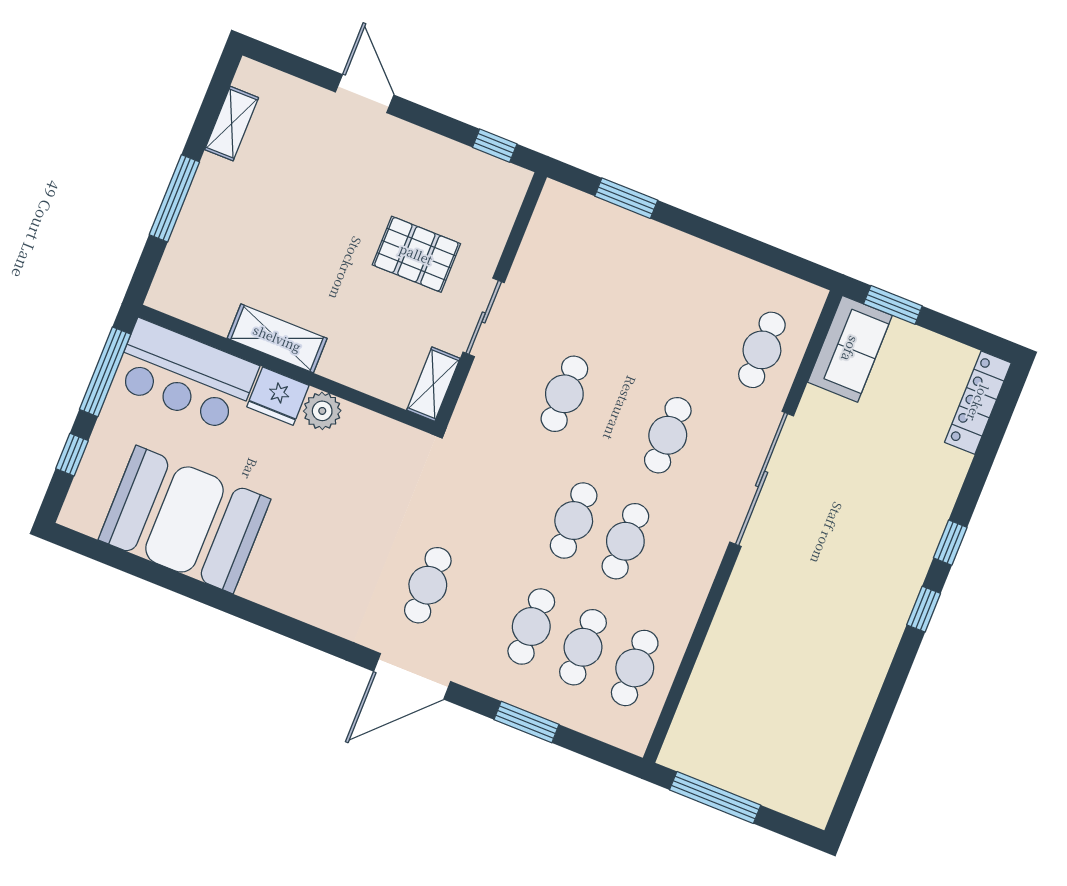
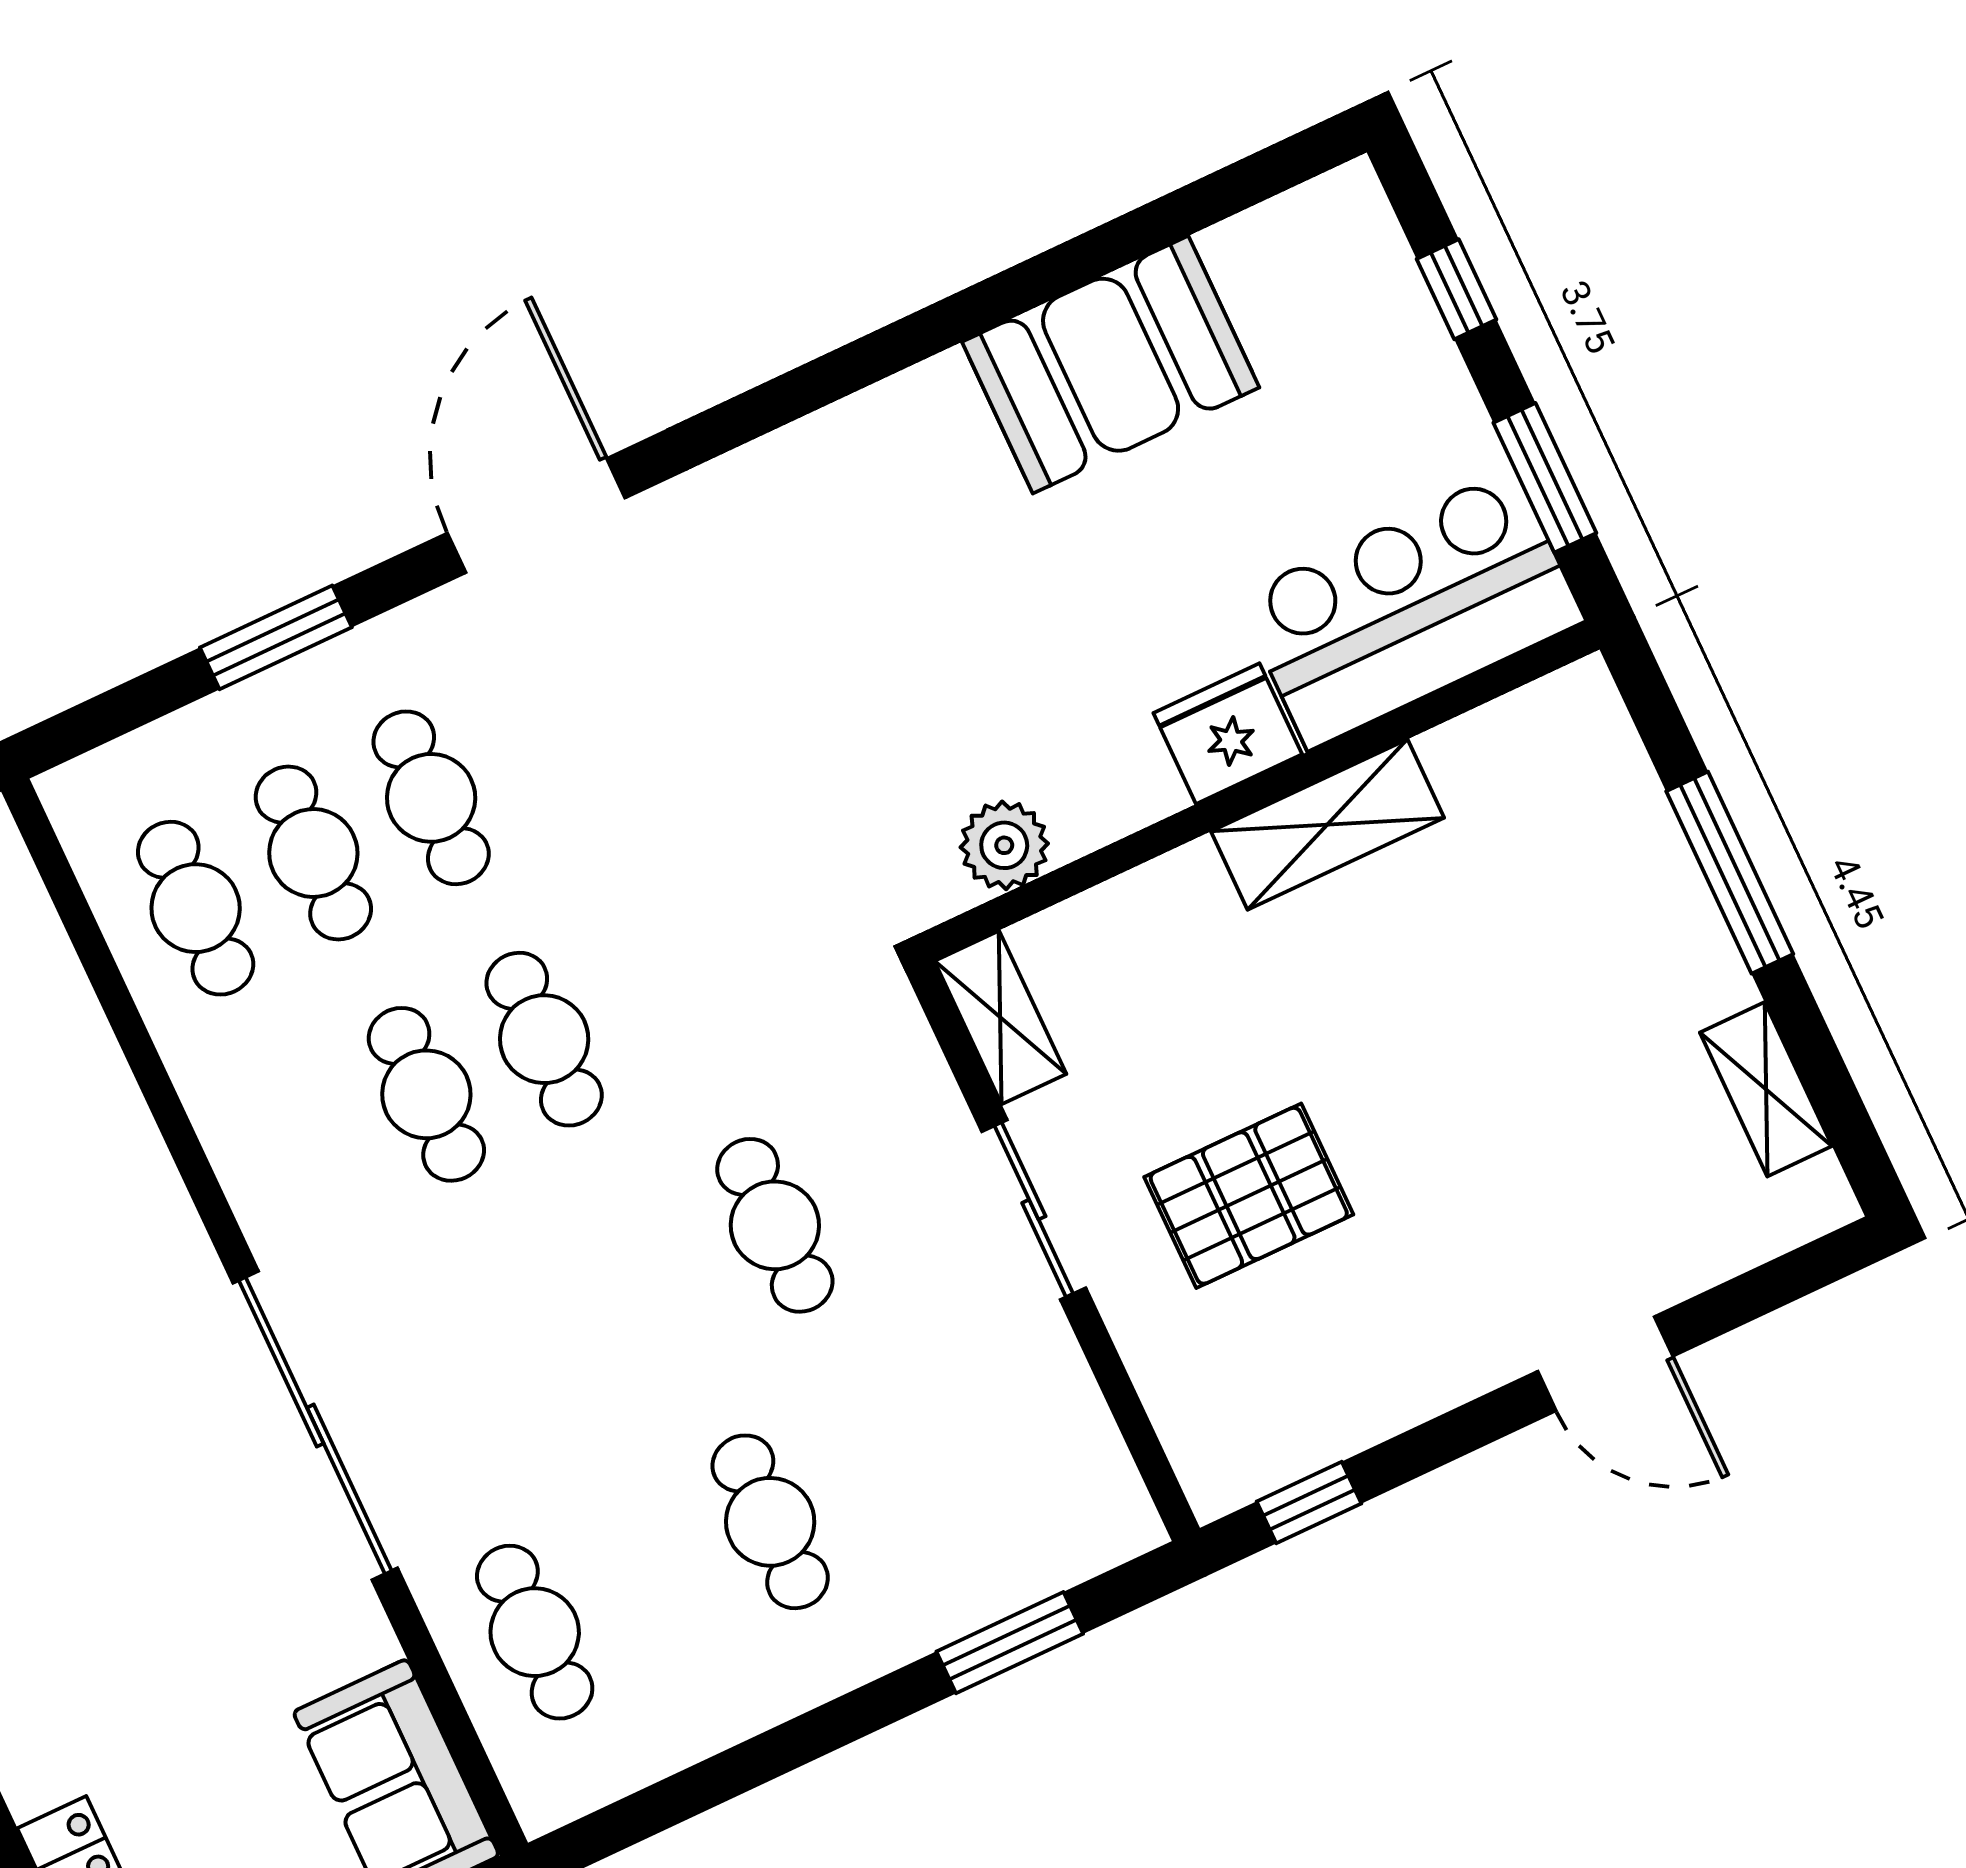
window: (105, 372) -> (1545, 478), width x0.69
plant: (322, 411) -> (1004, 845), moved
cafe table: (668, 435) -> (770, 1522), moved
booth: (184, 519) -> (1111, 365), width x0.73, depth x0.70
cafe table: (428, 585) -> (667, 688), removed

